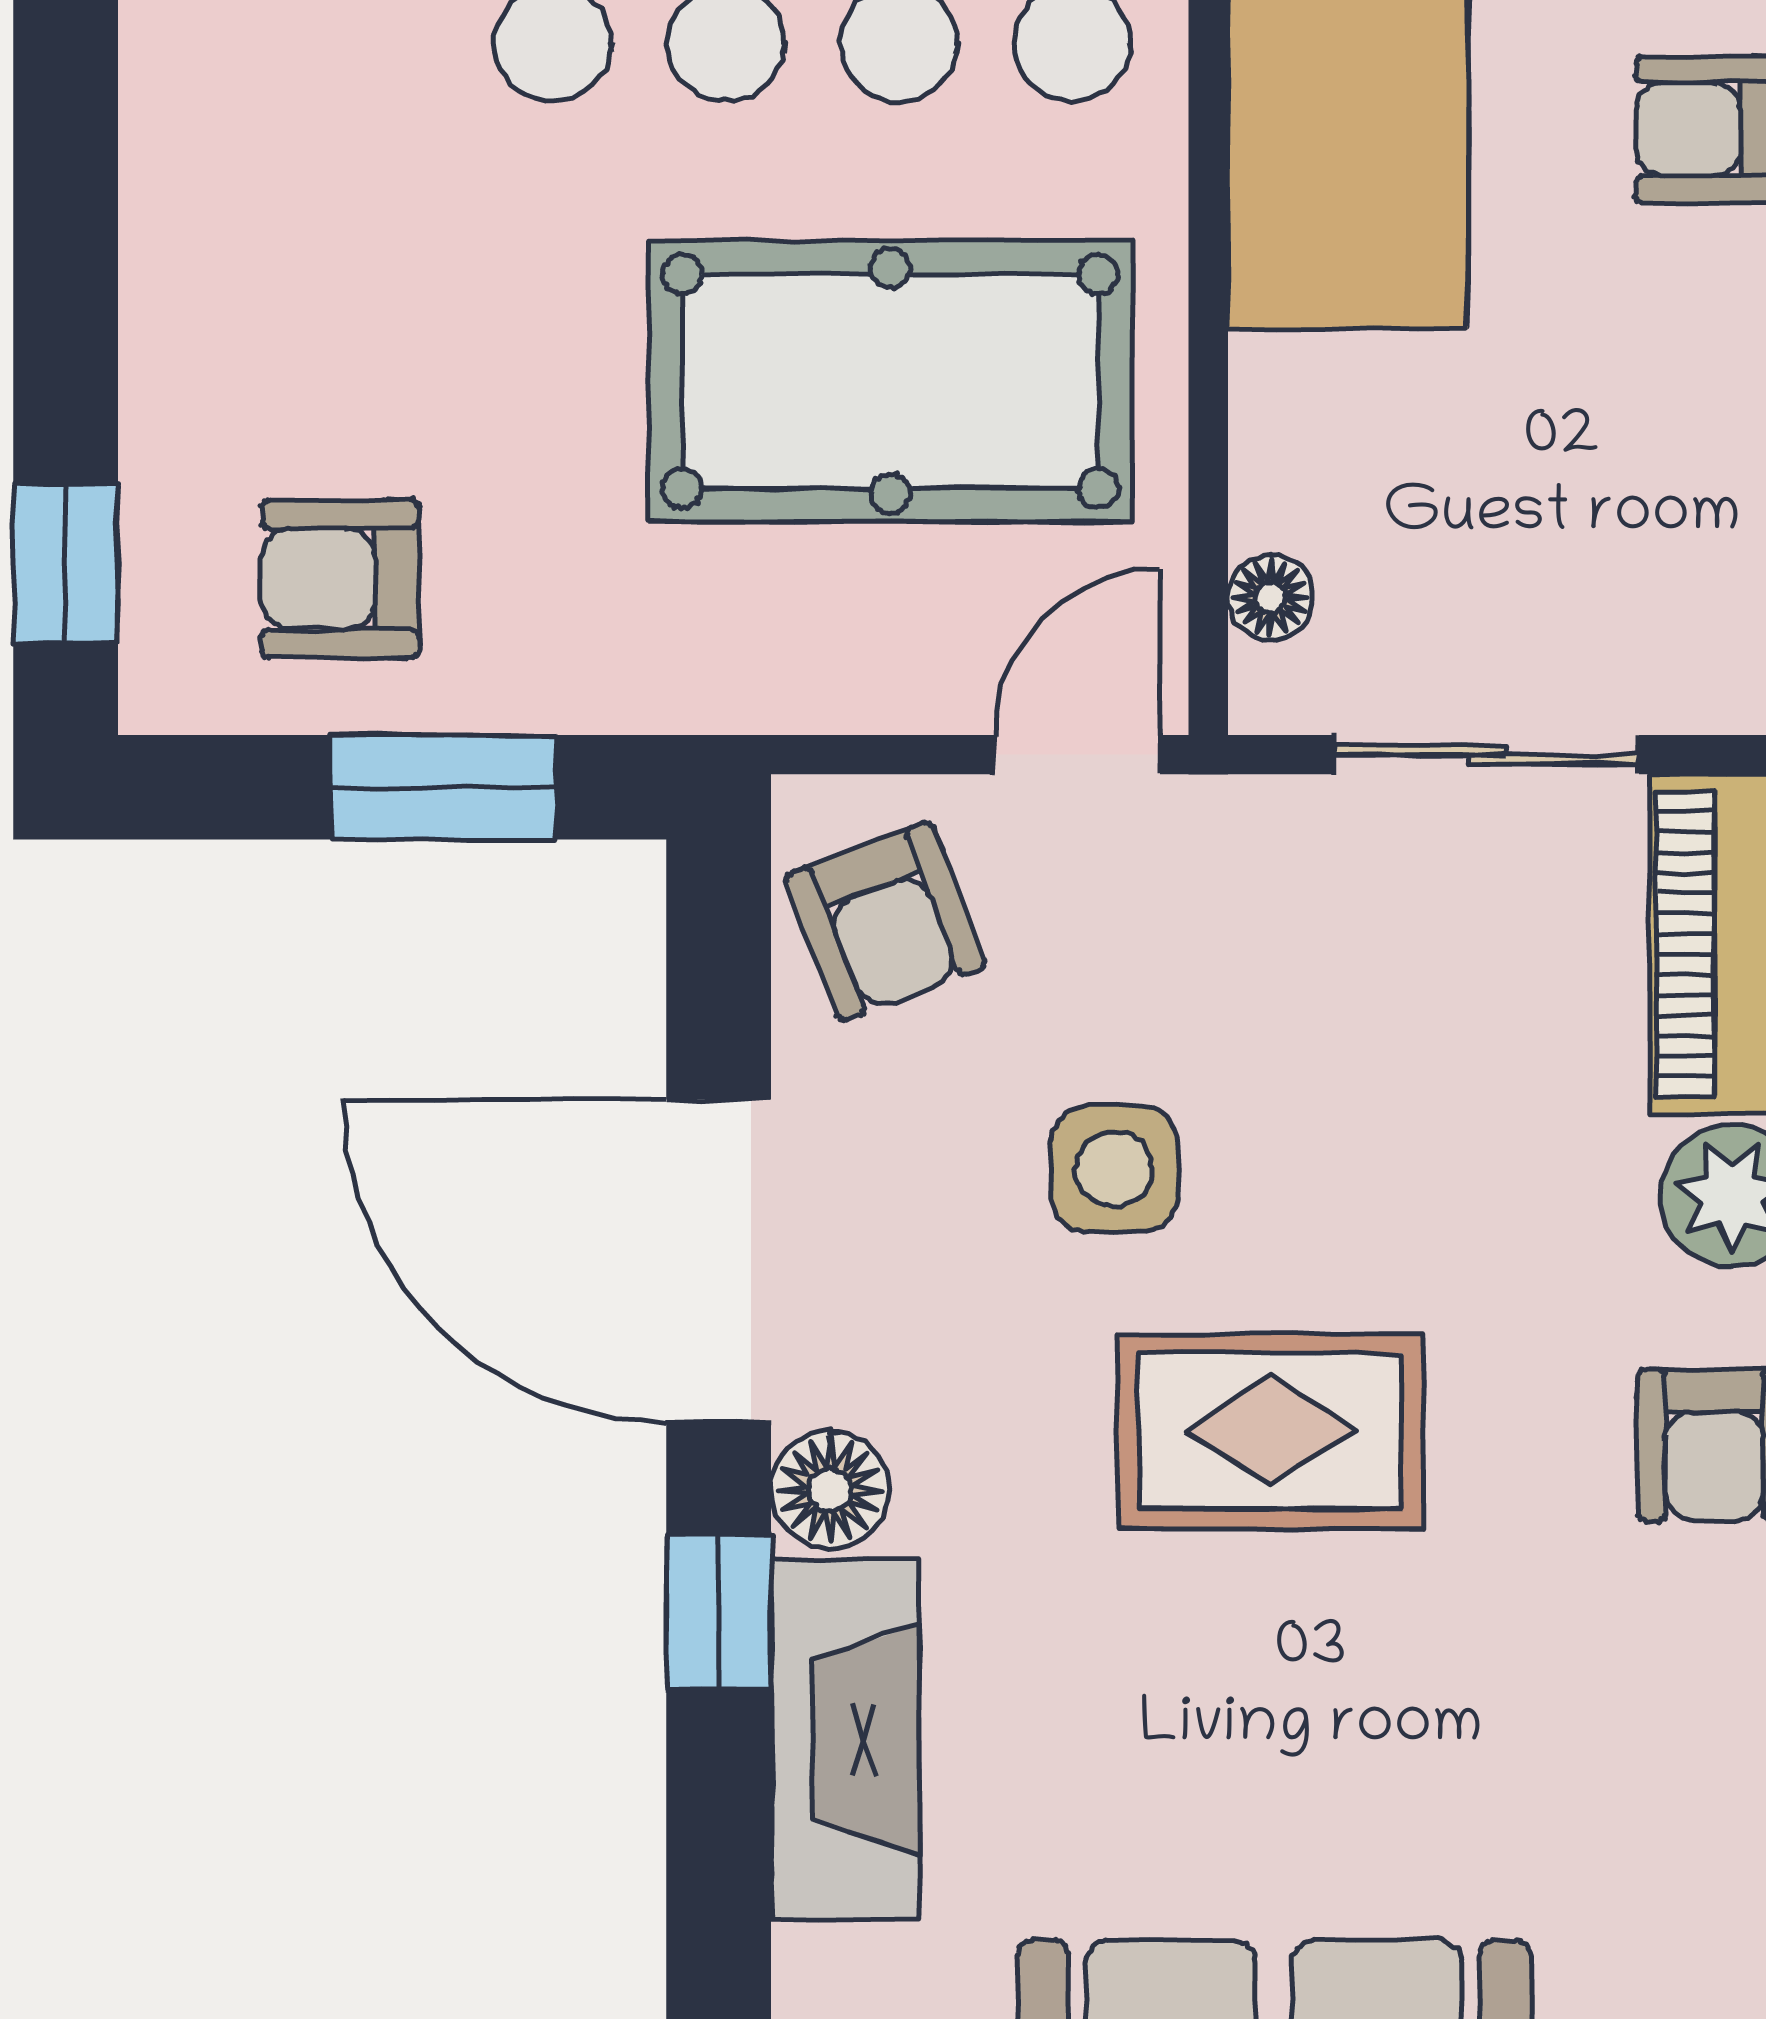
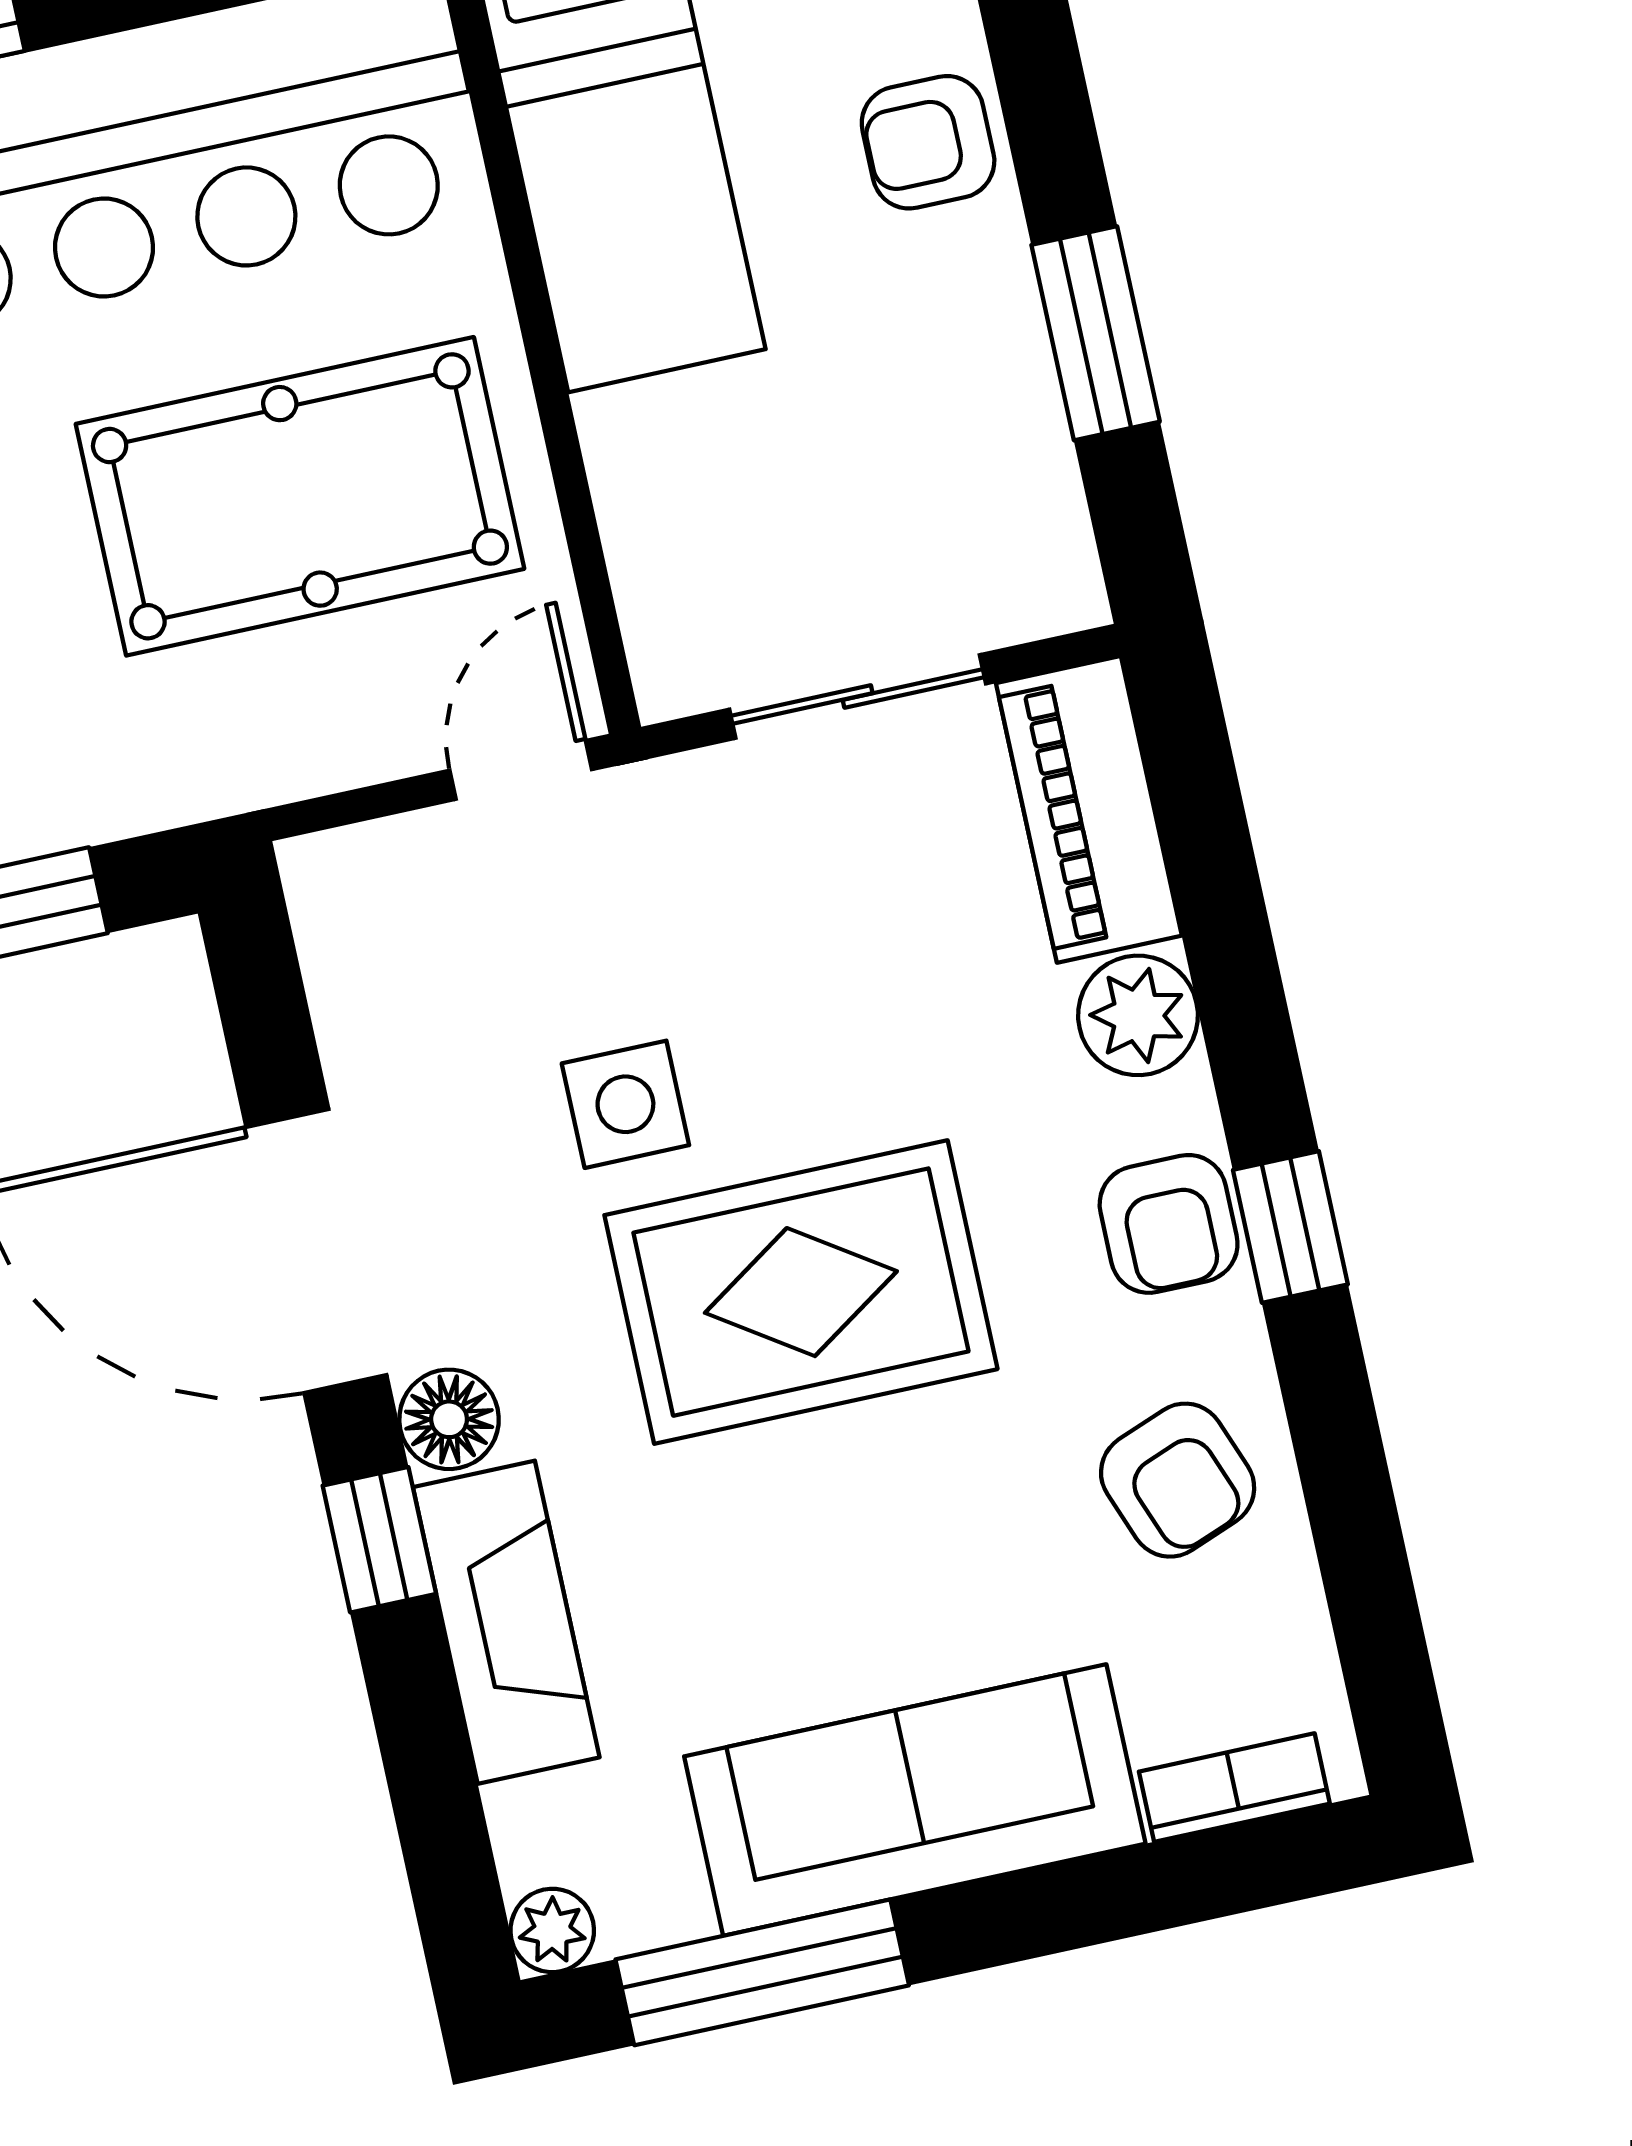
floor lamp: (1270, 597) -> (651, 606), removed
armchair: (885, 921) -> (1178, 1480), moved
rug: (1270, 1431) -> (801, 1292), width x1.36, depth x1.43

